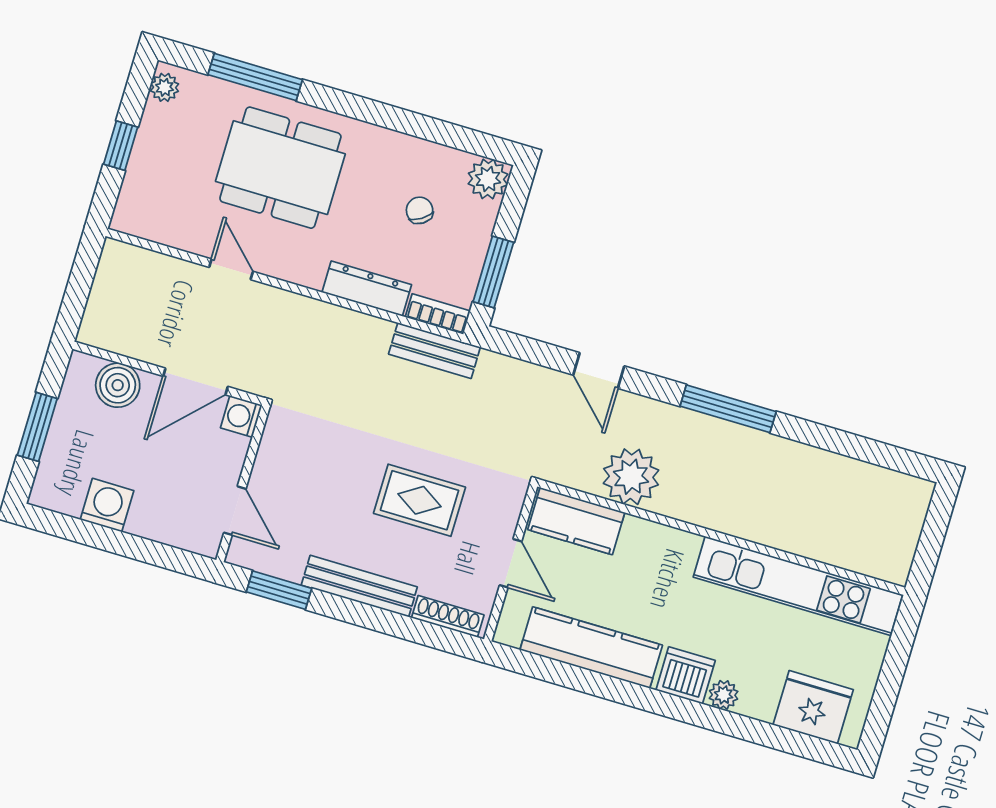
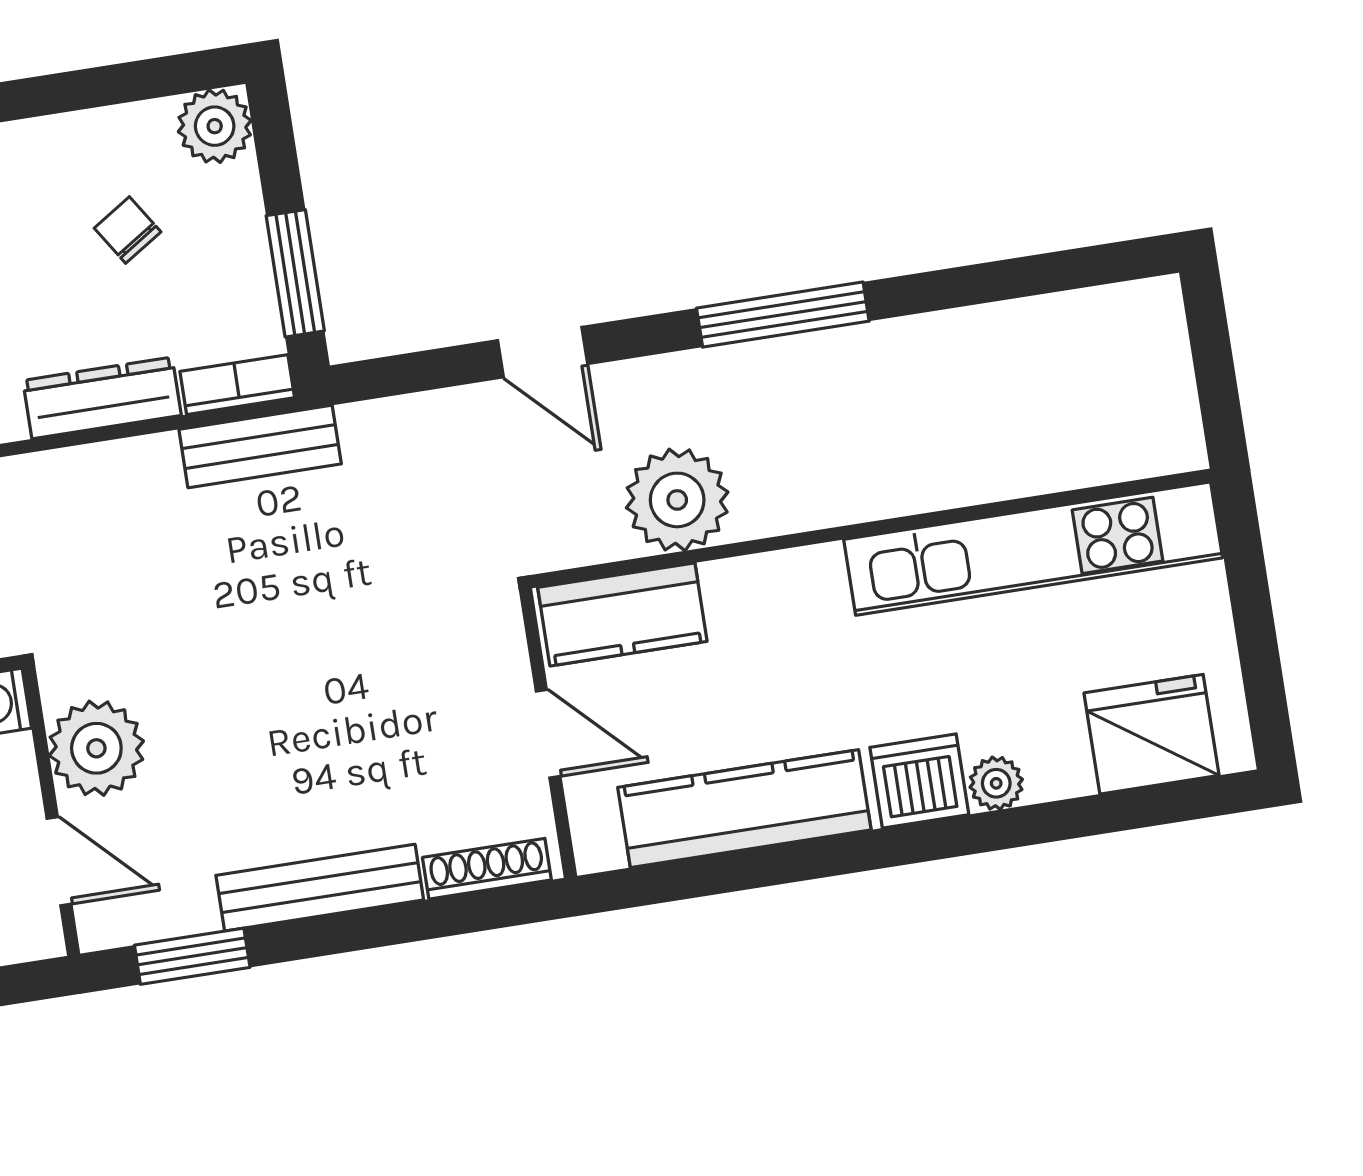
plant: (280, 463) -> (96, 748), added
rug: (420, 500) -> (351, 702), removed

